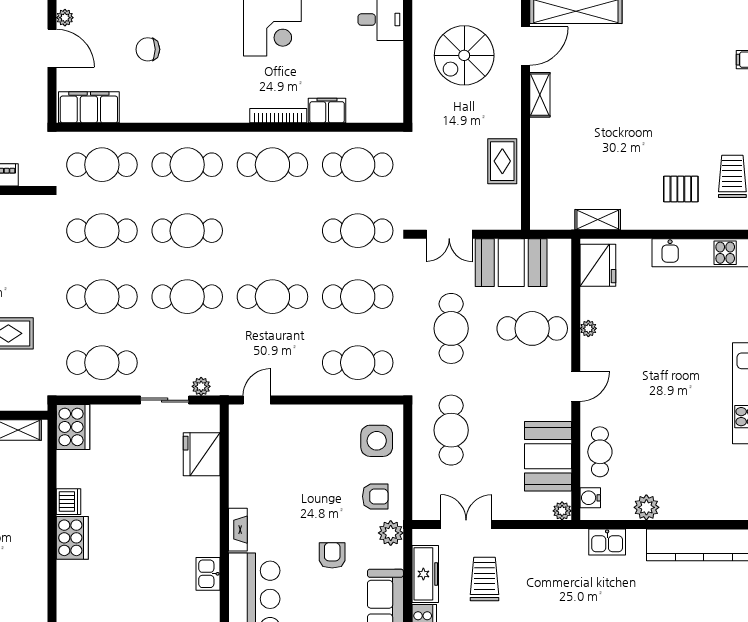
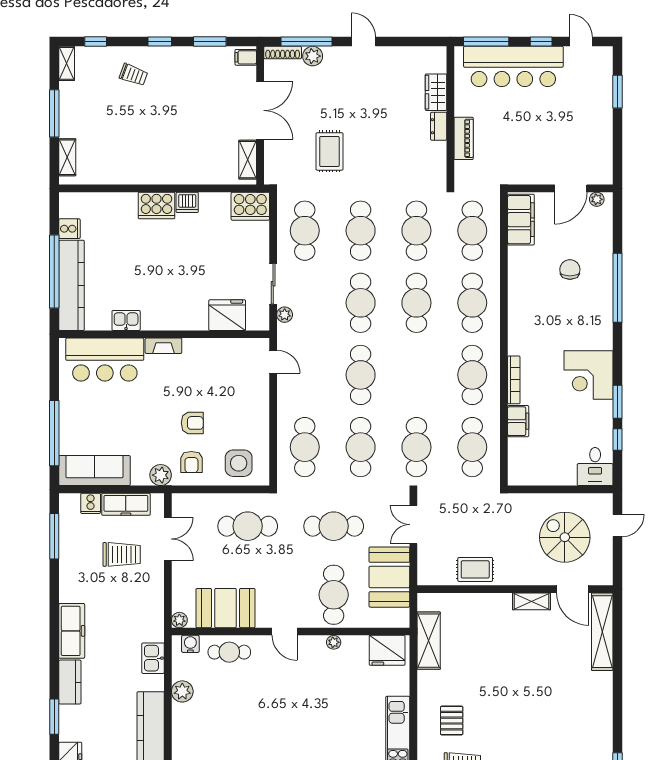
shelving: (598, 220) -> (429, 641), width x1.50, depth x1.33
armchair: (332, 555) -> (192, 423), moved

